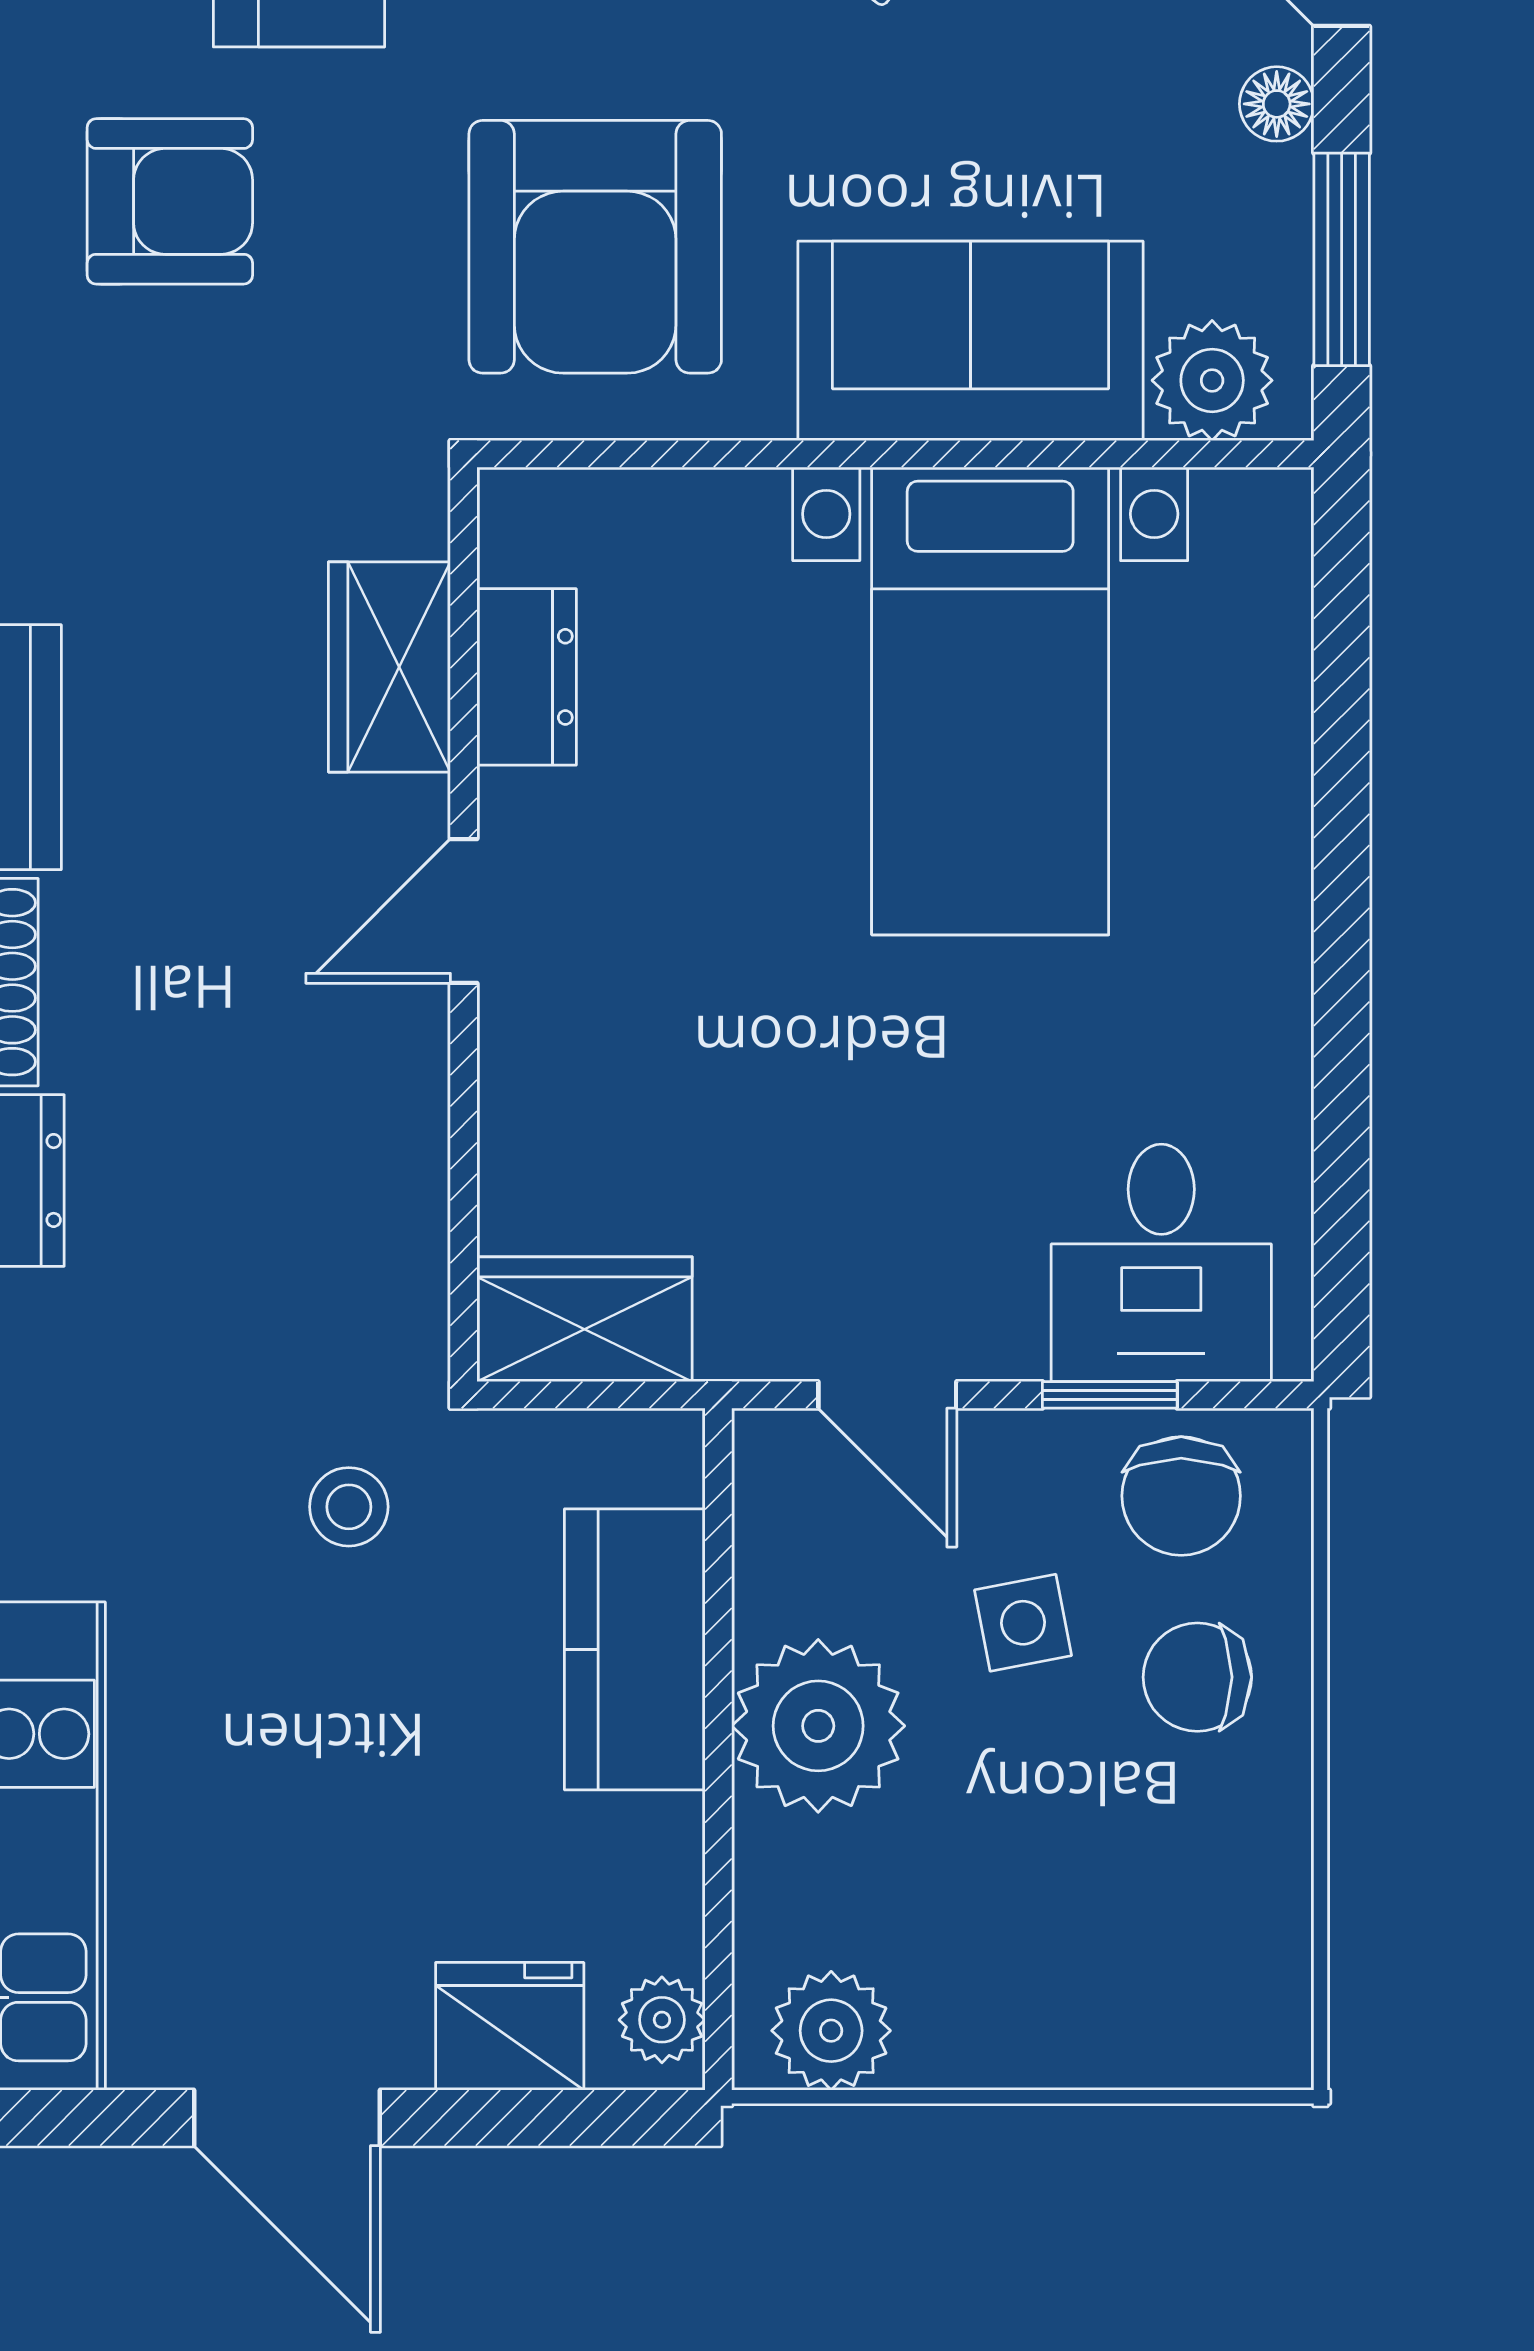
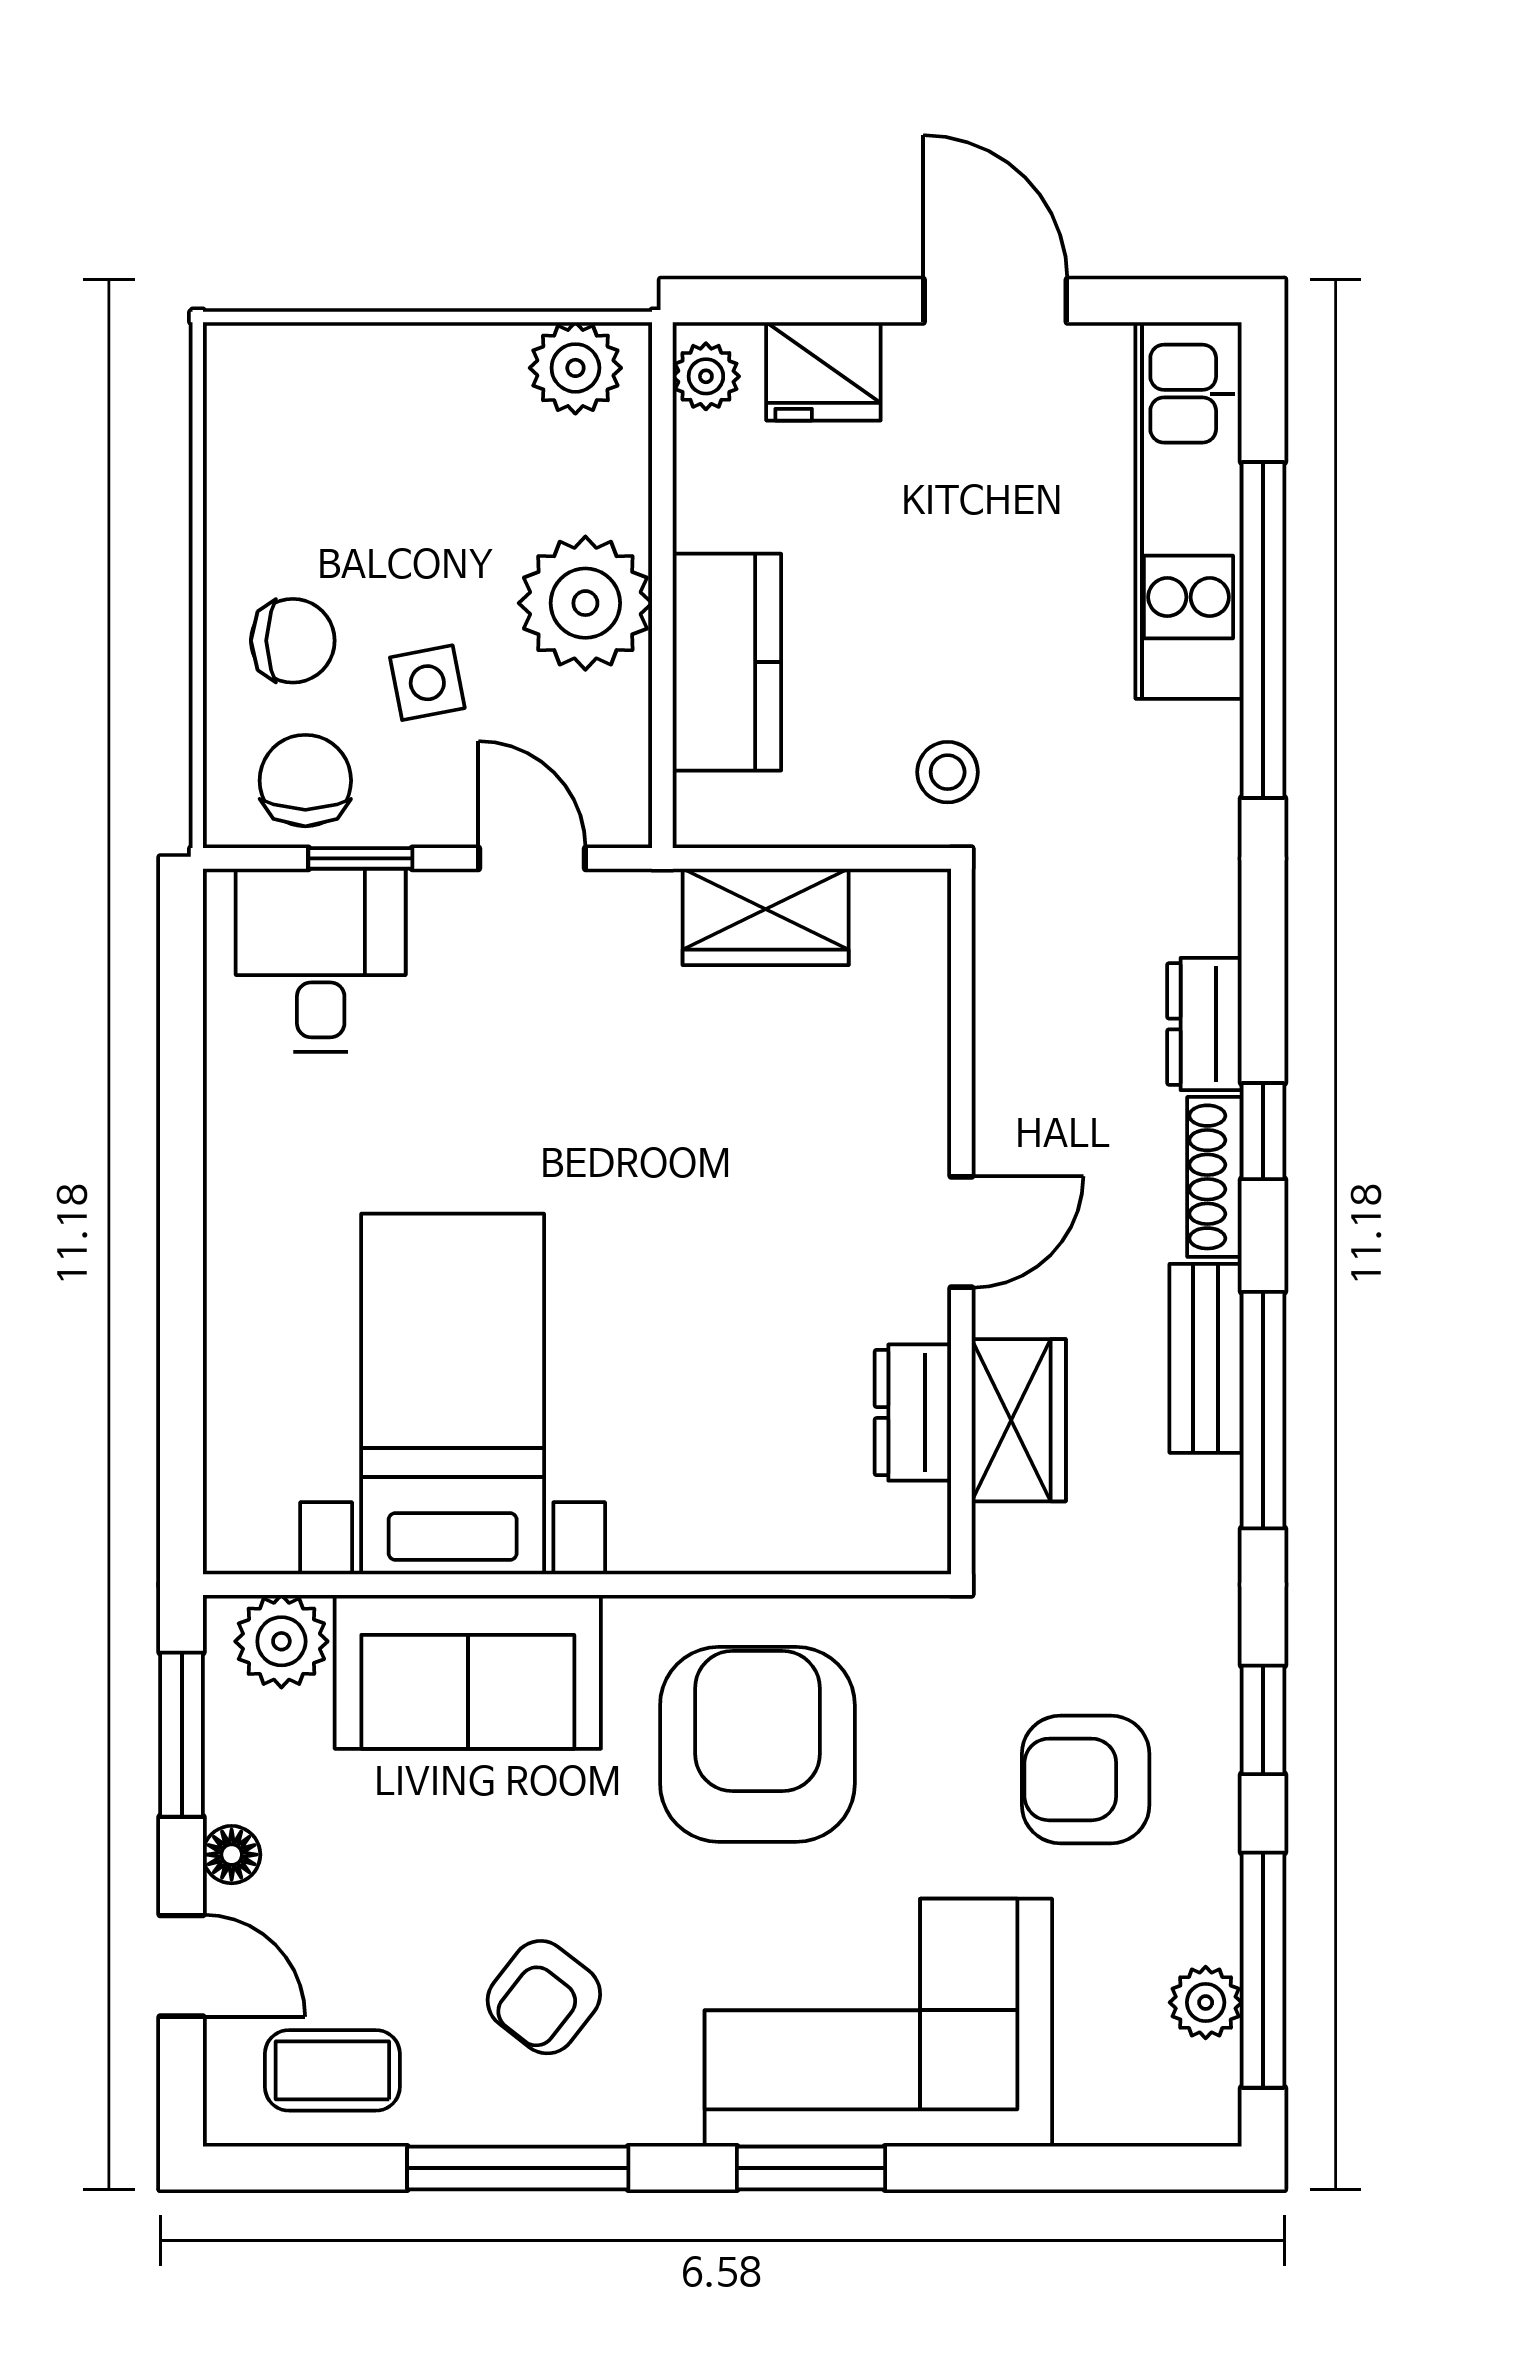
wardrobe: (389, 667) -> (1019, 1420), moved
dresser: (527, 677) -> (913, 1413), moved
door: (464, 911) -> (961, 1232), moved
wall: (464, 924) -> (961, 1222), moved

